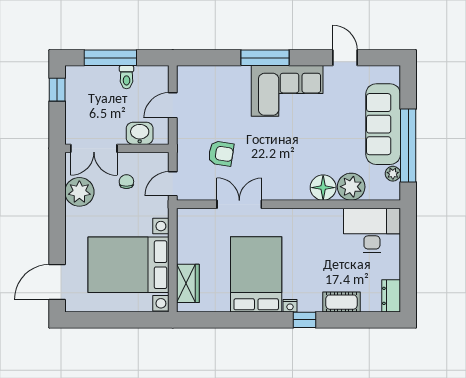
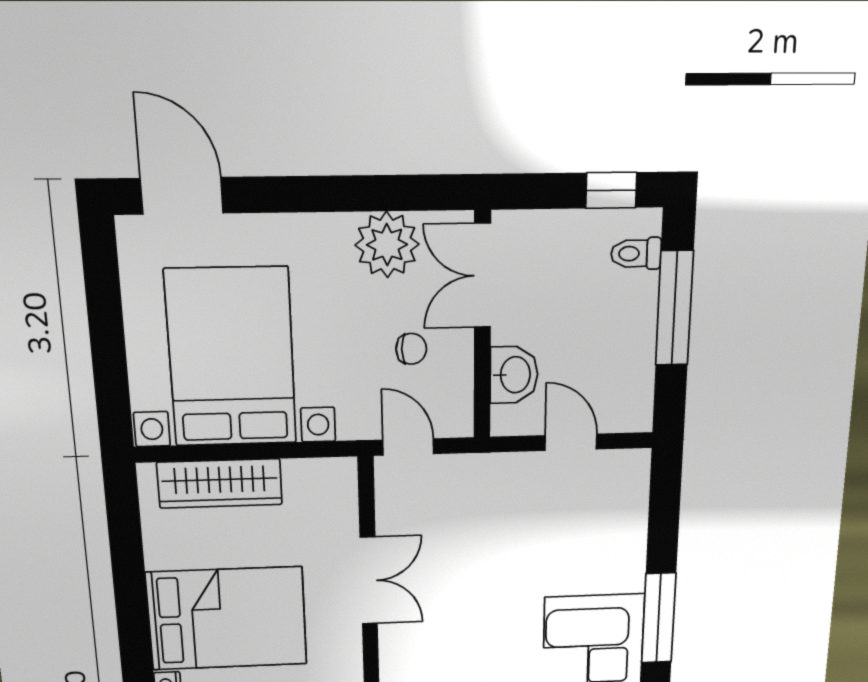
toilet: (127, 77) -> (636, 254), moved
armchair: (221, 153) -> (471, 542), removed
wardrobe: (188, 283) -> (220, 483), width x1.50

